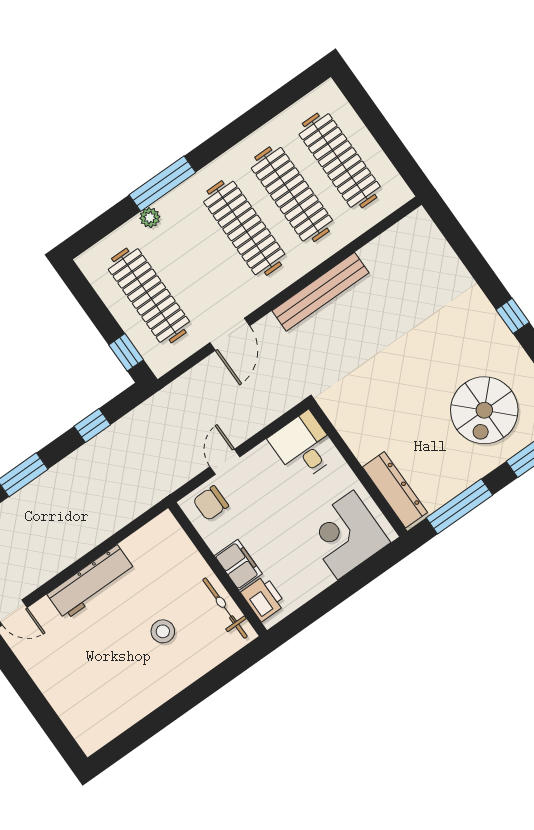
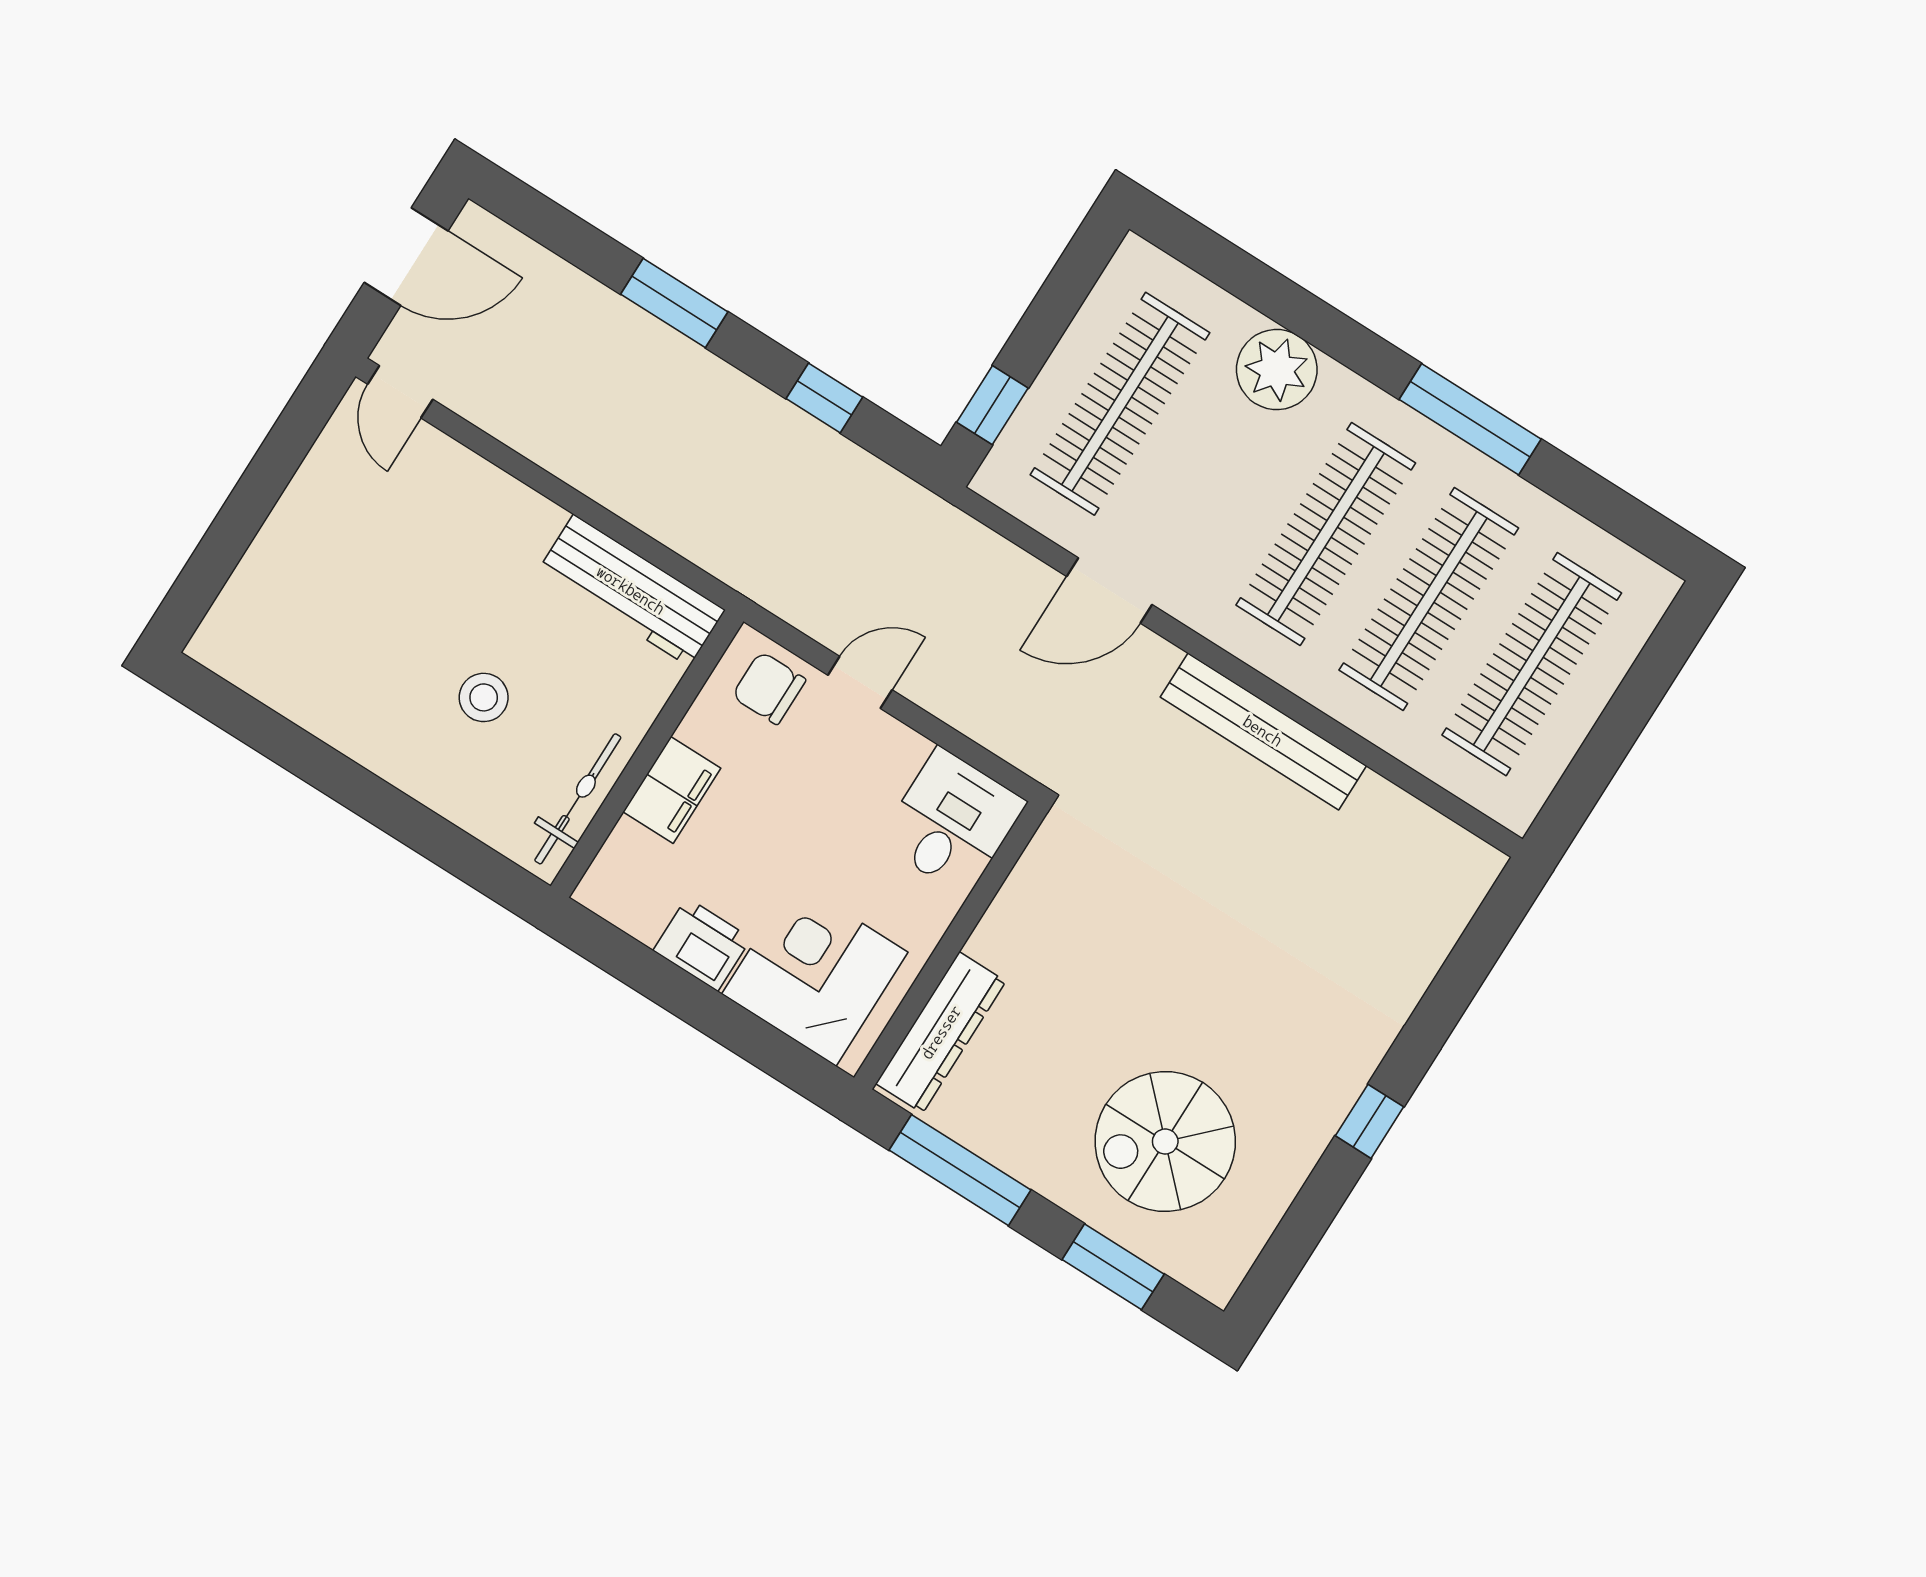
window: (162, 184) -> (1470, 419), moved
plant: (150, 218) -> (1277, 370), width x1.88, depth x1.88
workbench: (91, 582) -> (631, 590), moved
printer: (263, 598) -> (702, 944), moved, turned -90

